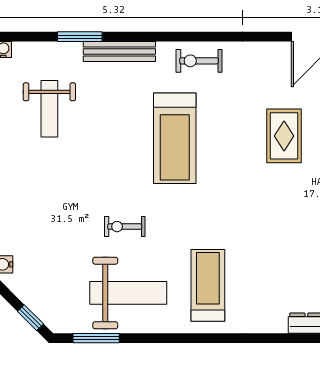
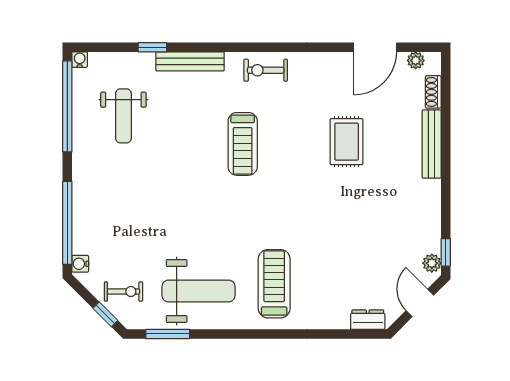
window: (80, 37) -> (152, 47), width x0.67
treadmill: (175, 138) -> (243, 144), width x0.73, depth x0.73
exercise bike: (125, 227) -> (124, 292), moved, turned 180

